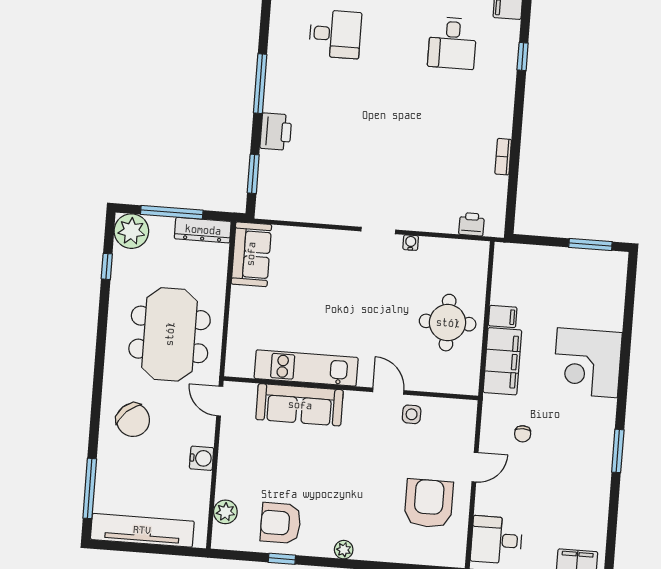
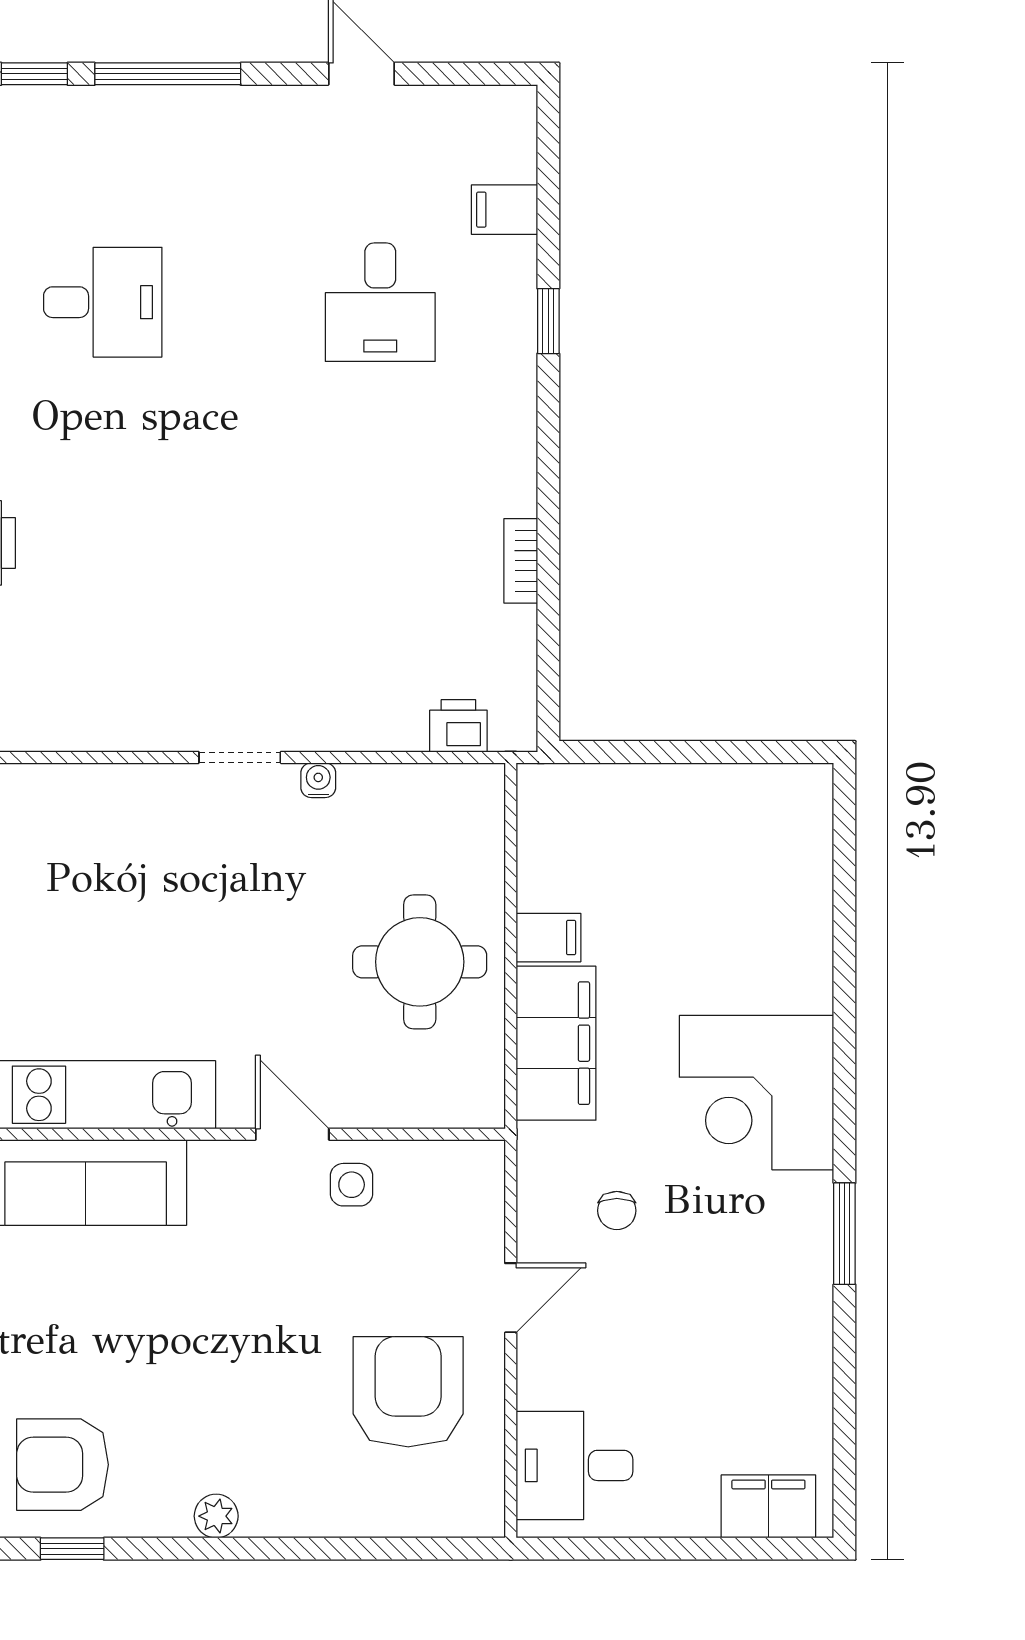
window: (590, 244) -> (742, 752), removed
corner desk: (587, 363) -> (756, 1093), moved

